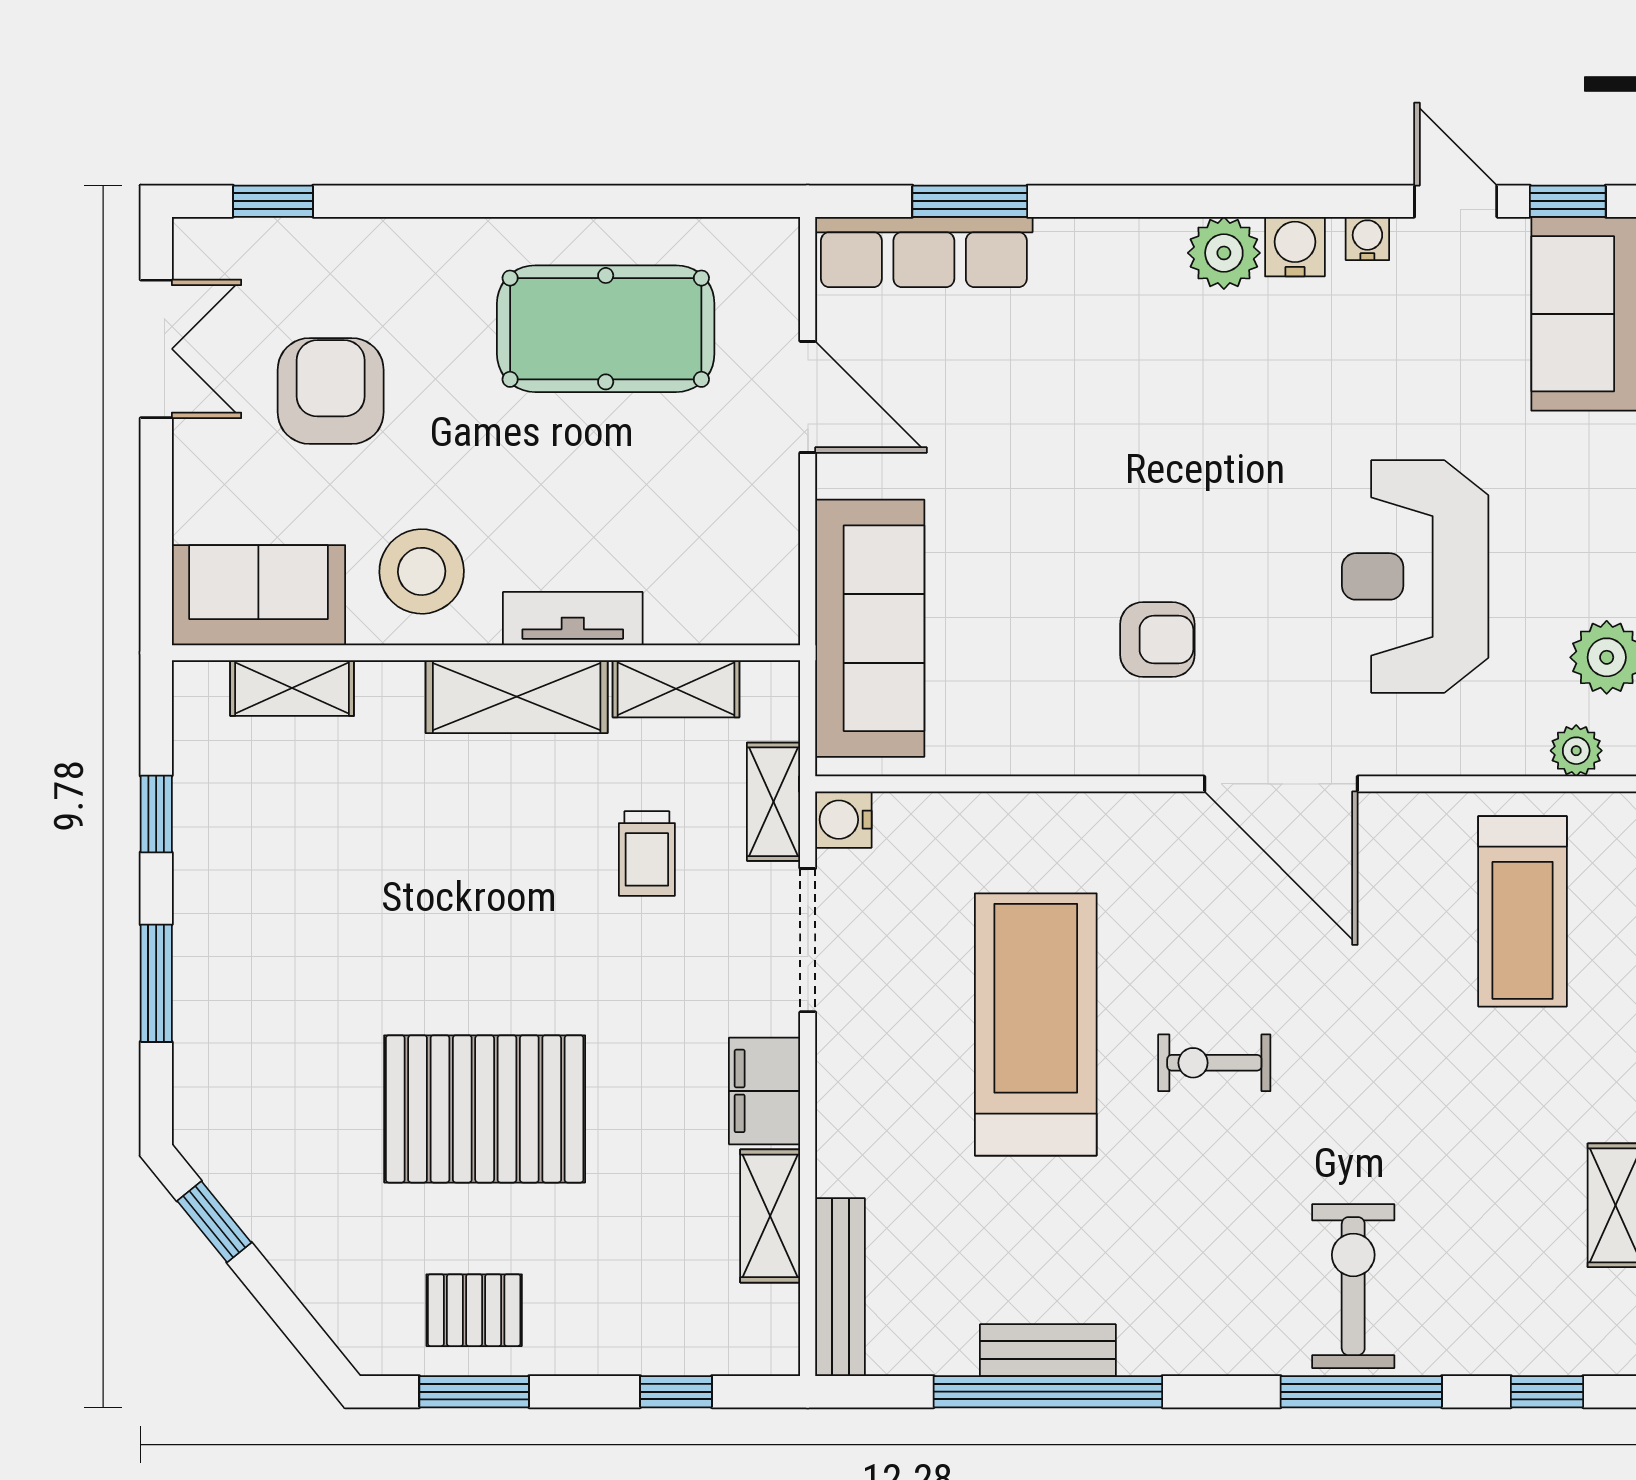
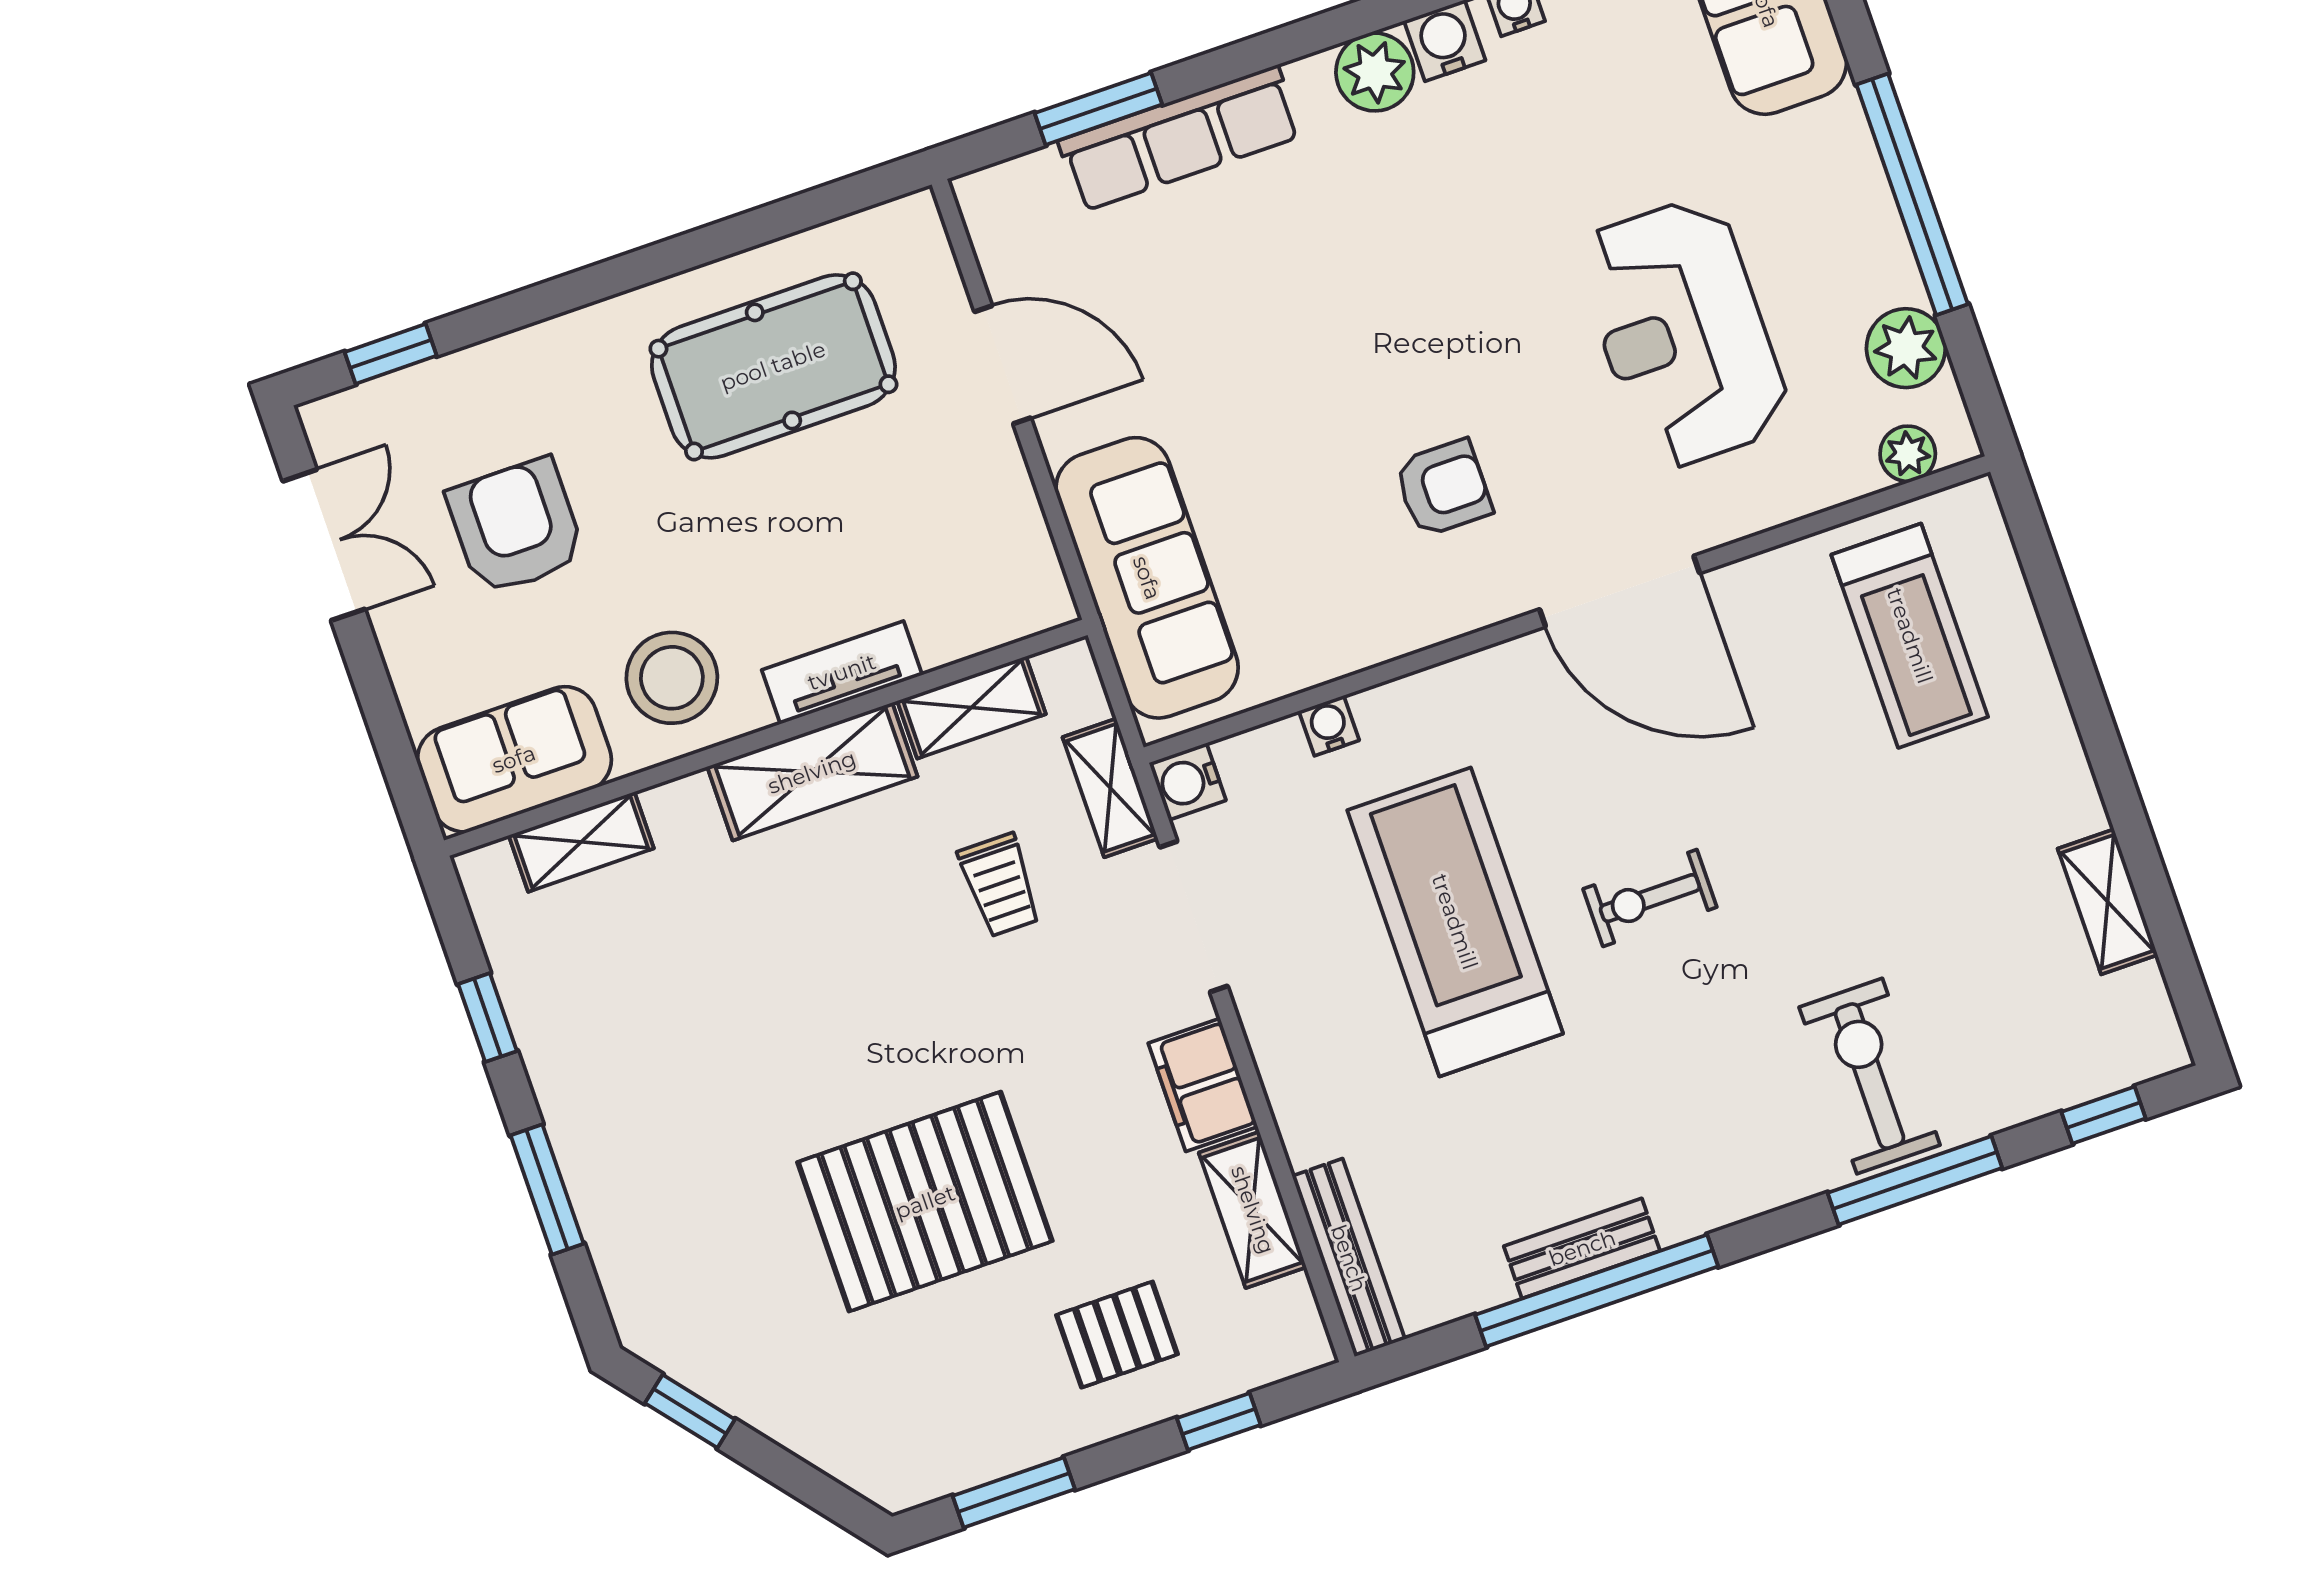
row of seats: (924, 252) -> (1180, 138), moved
water cooler: (985, 814) -> (1329, 726), added
pallet: (474, 1310) -> (1117, 1335), moved

